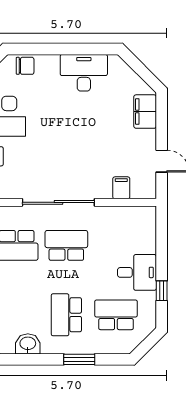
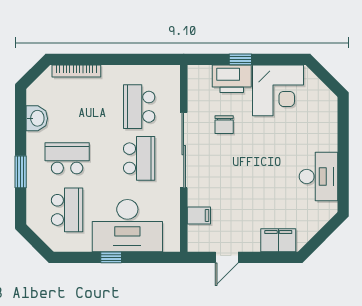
chair: (25, 66) -> (224, 125), moved
desk: (137, 272) -> (127, 226), width x1.87, depth x1.30
window: (162, 291) -> (111, 257), moved

